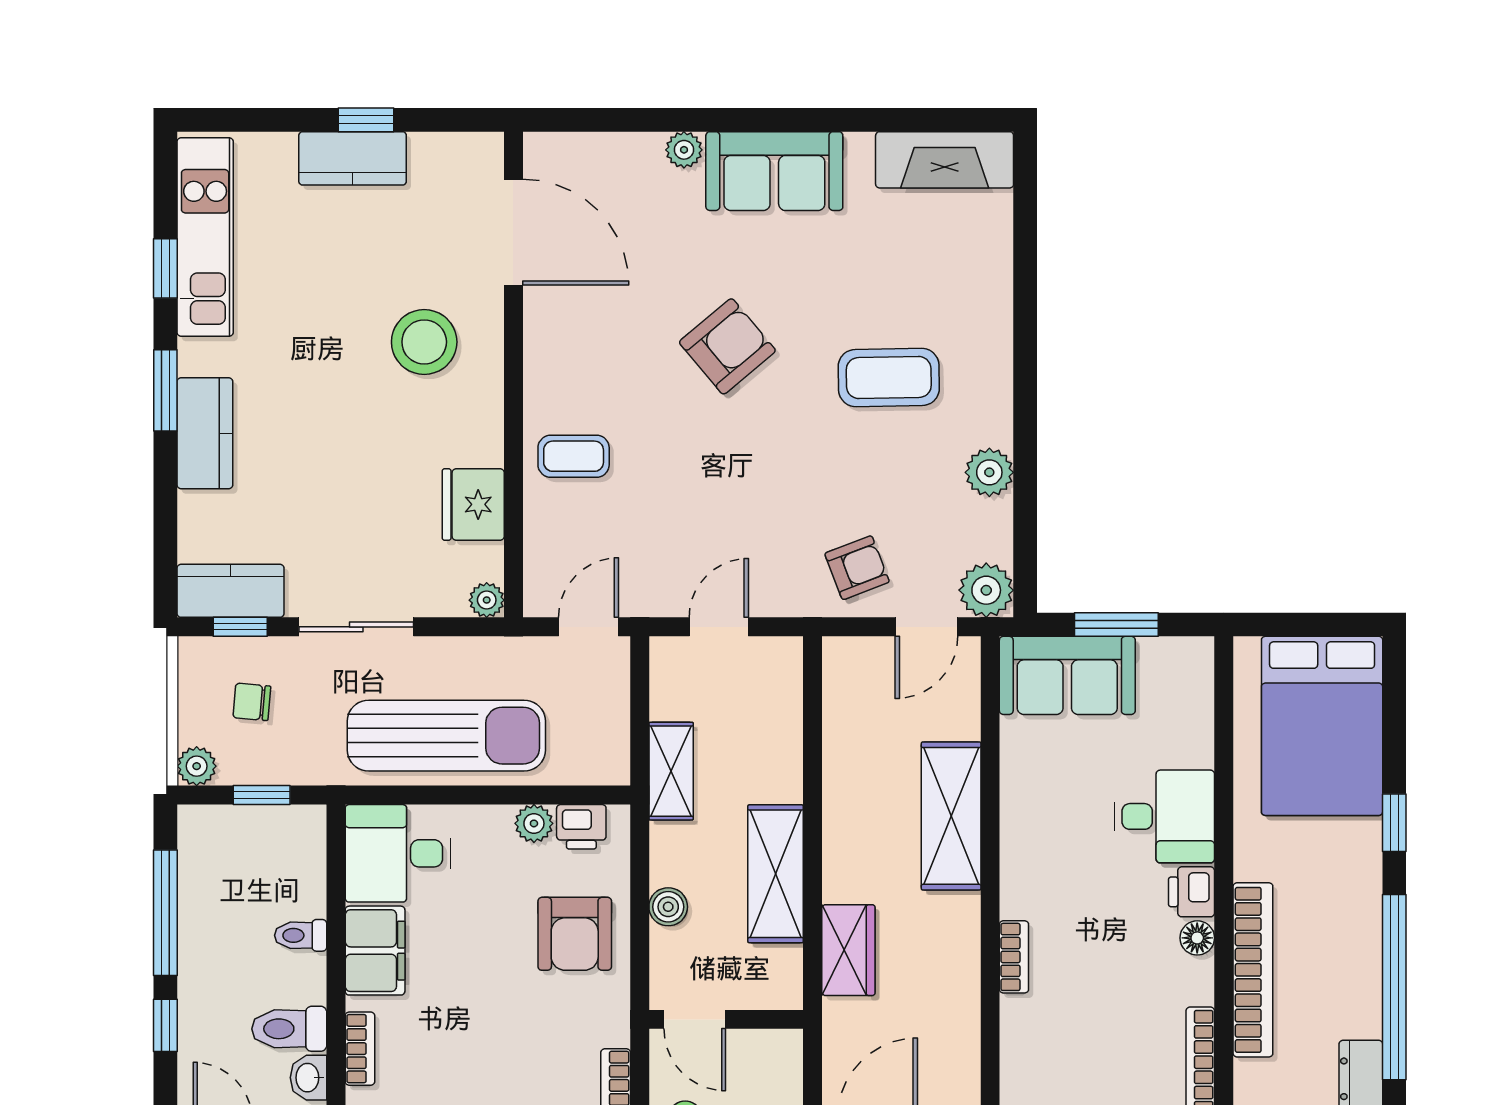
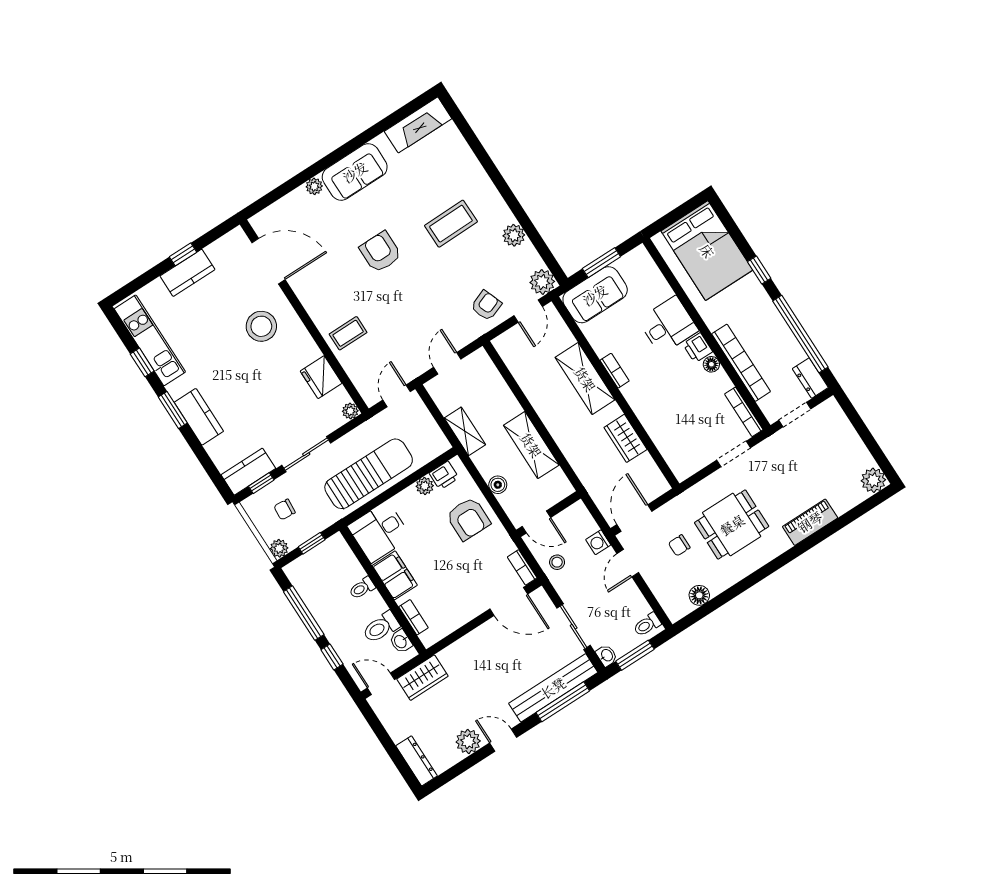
armchair: (727, 346) -> (380, 252), turned -50
wardrobe: (848, 950) -> (625, 438), moved, turned 180
bookcase: (1014, 957) -> (615, 371), moved

